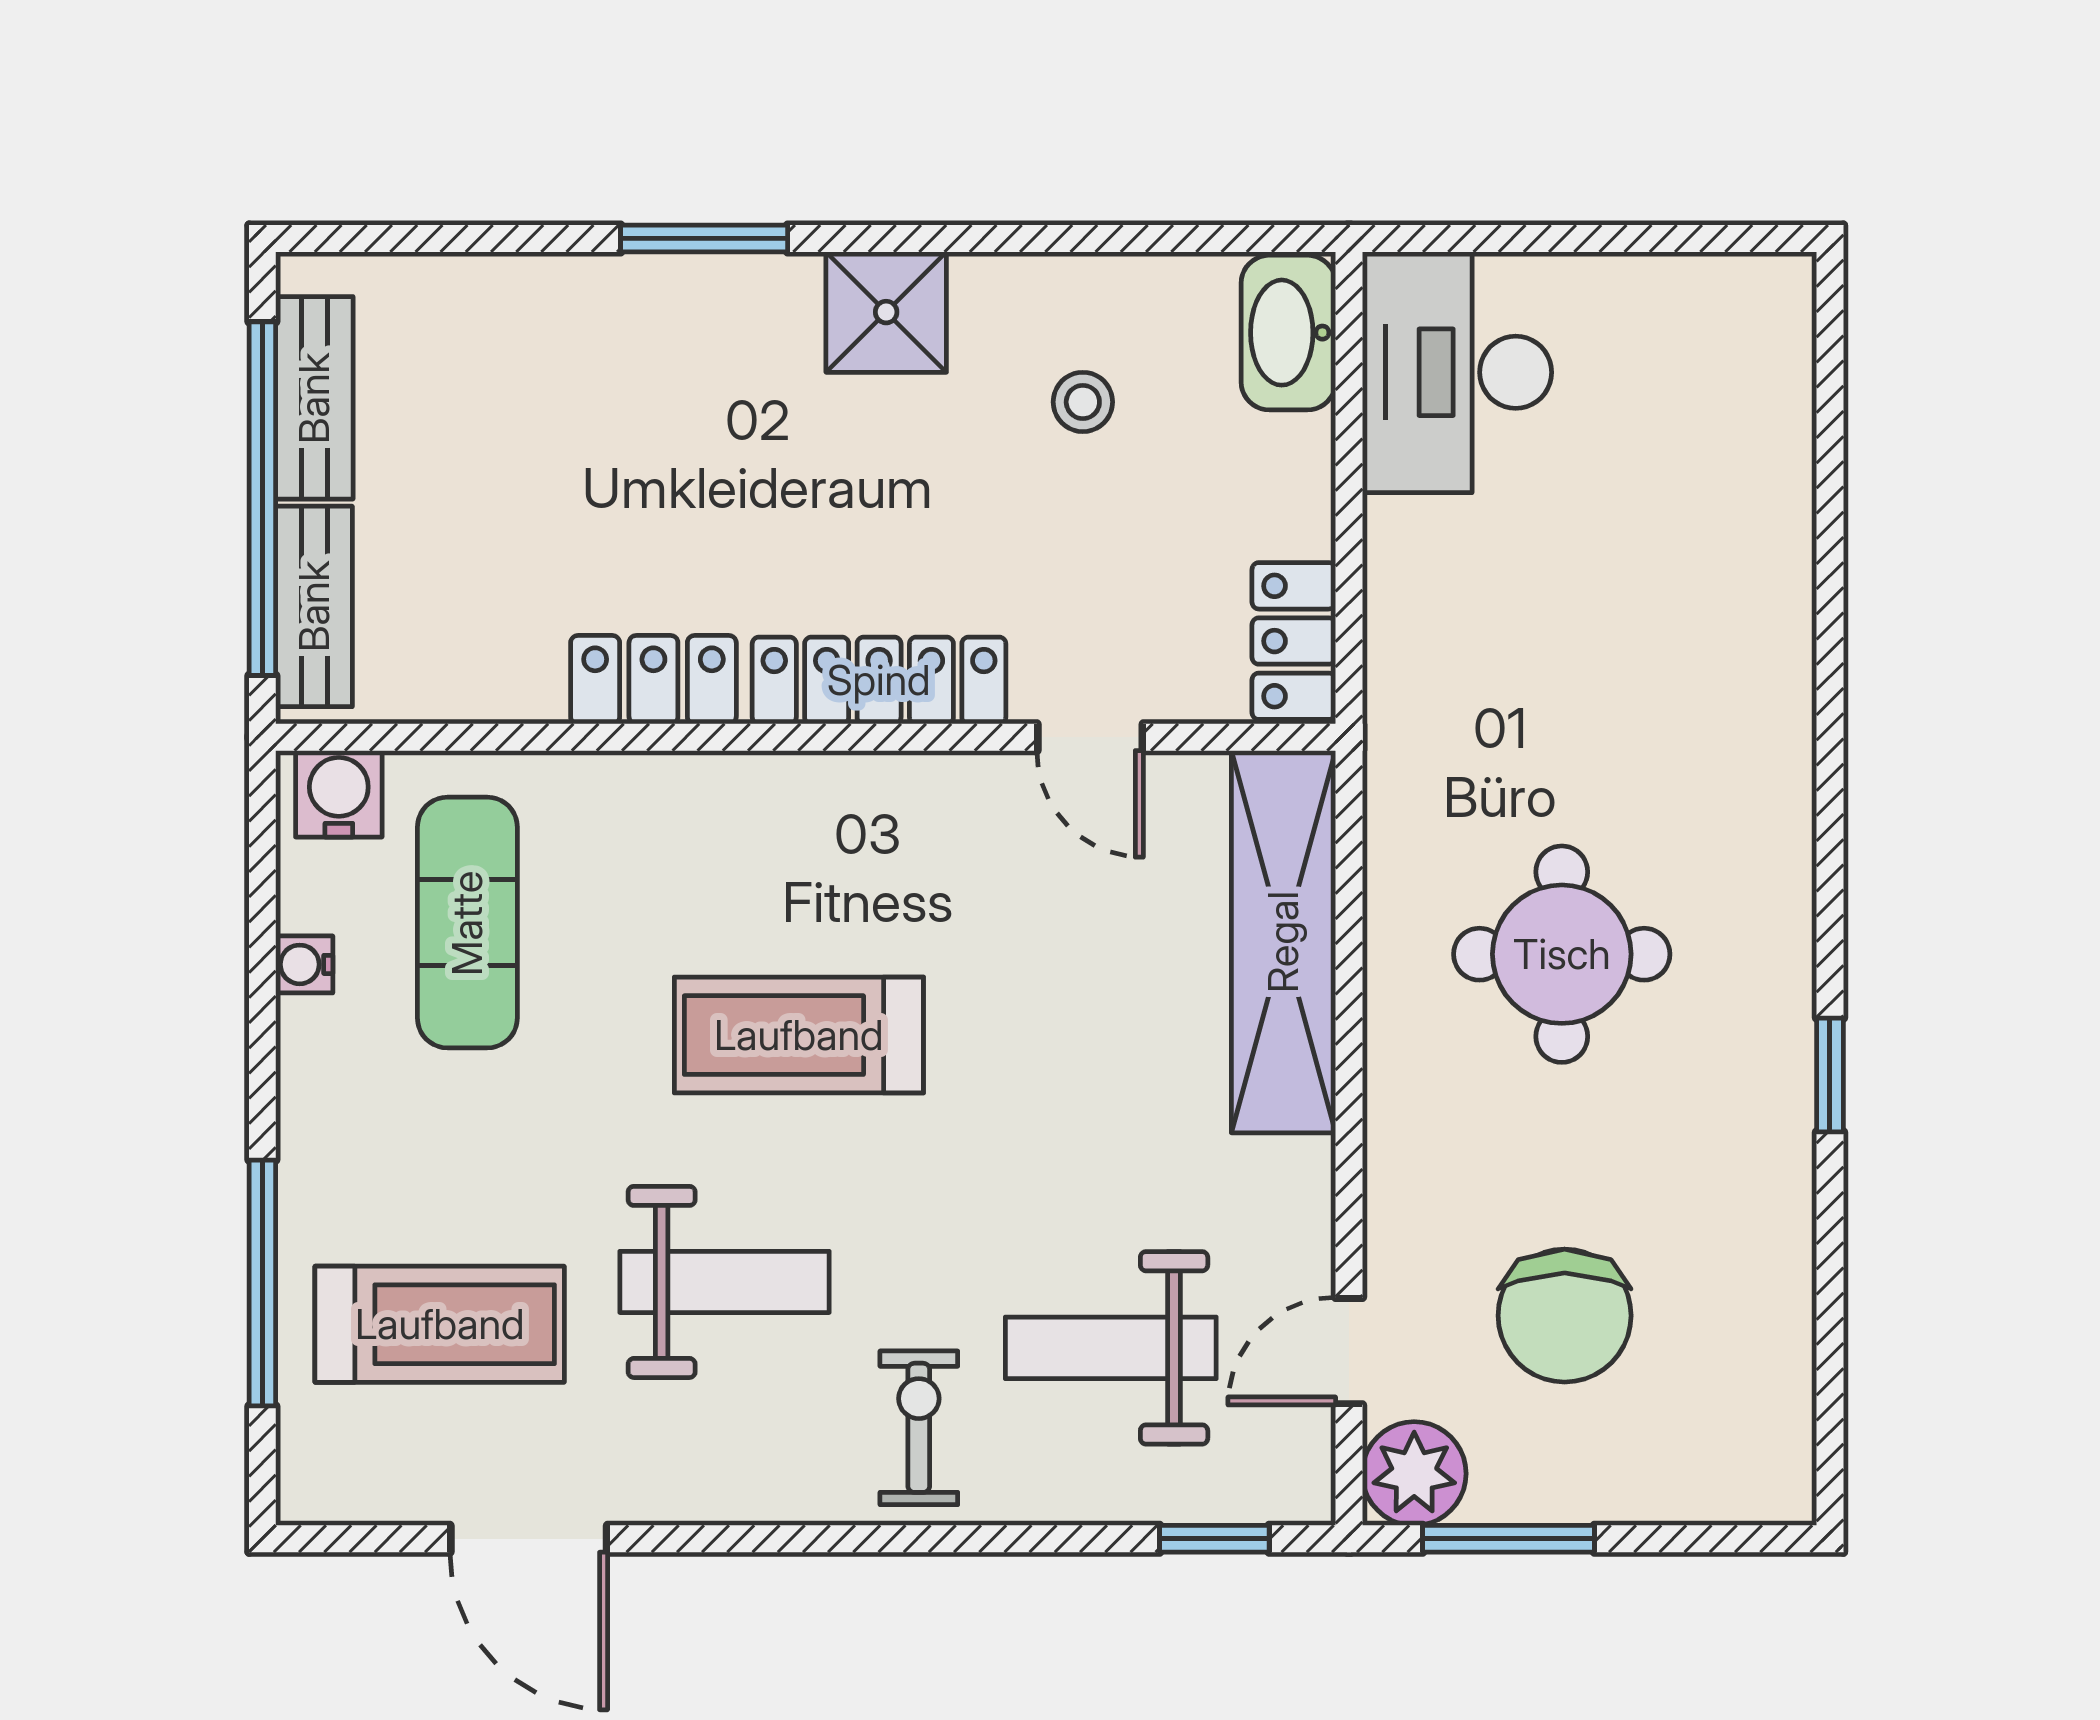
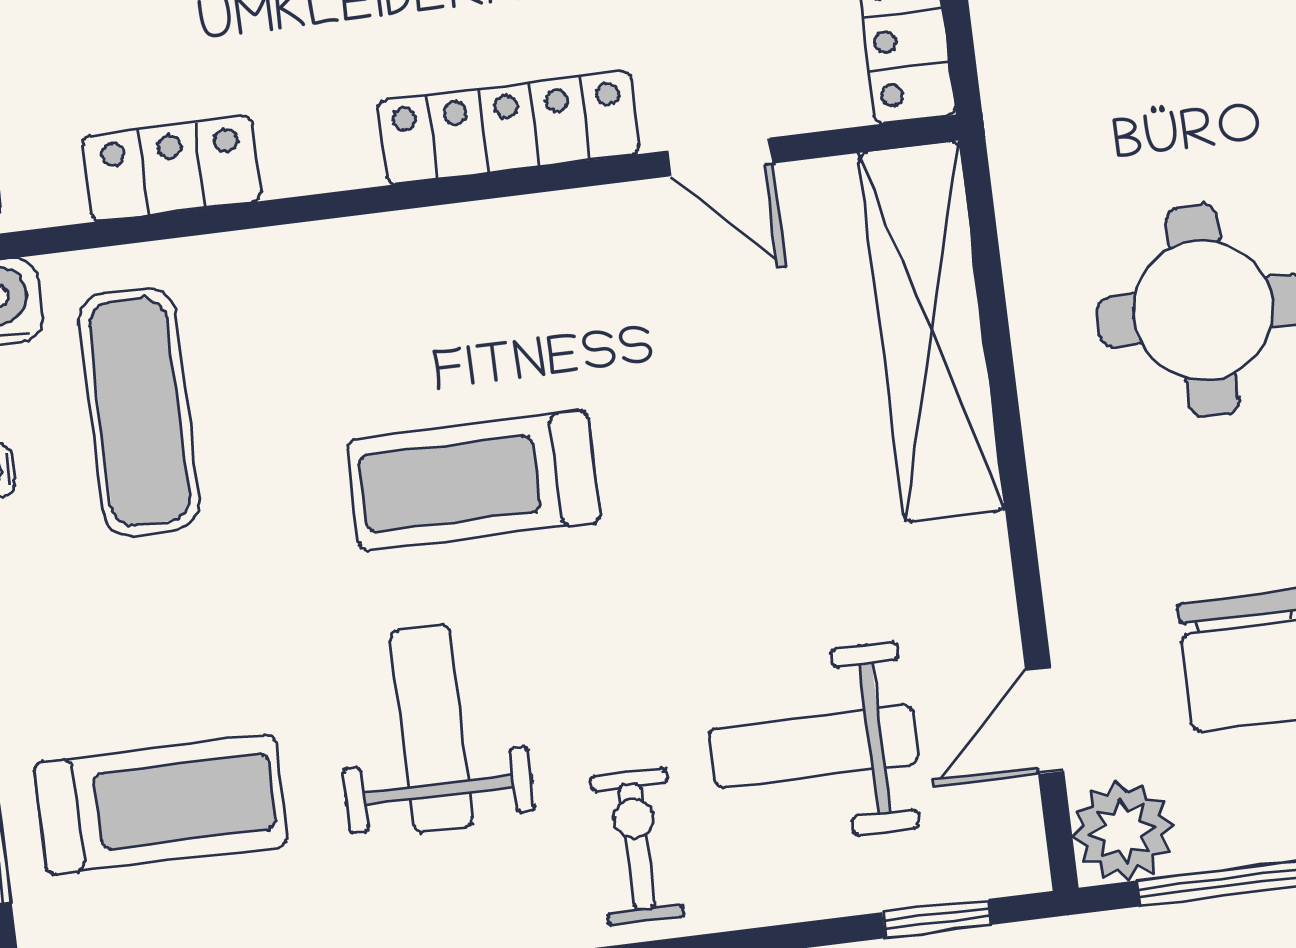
locker: (653, 680) -> (172, 169), moved
weight bench: (724, 1282) -> (431, 729), turned -90

